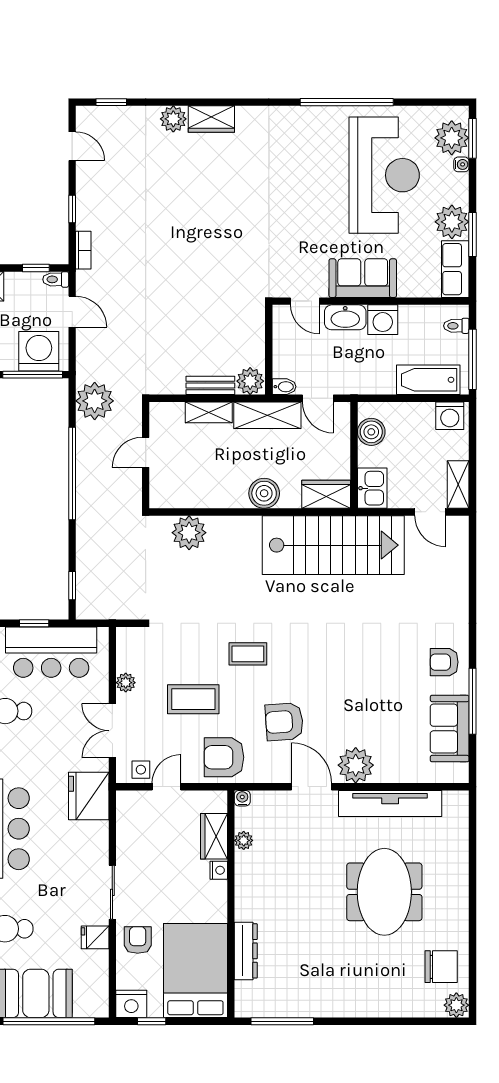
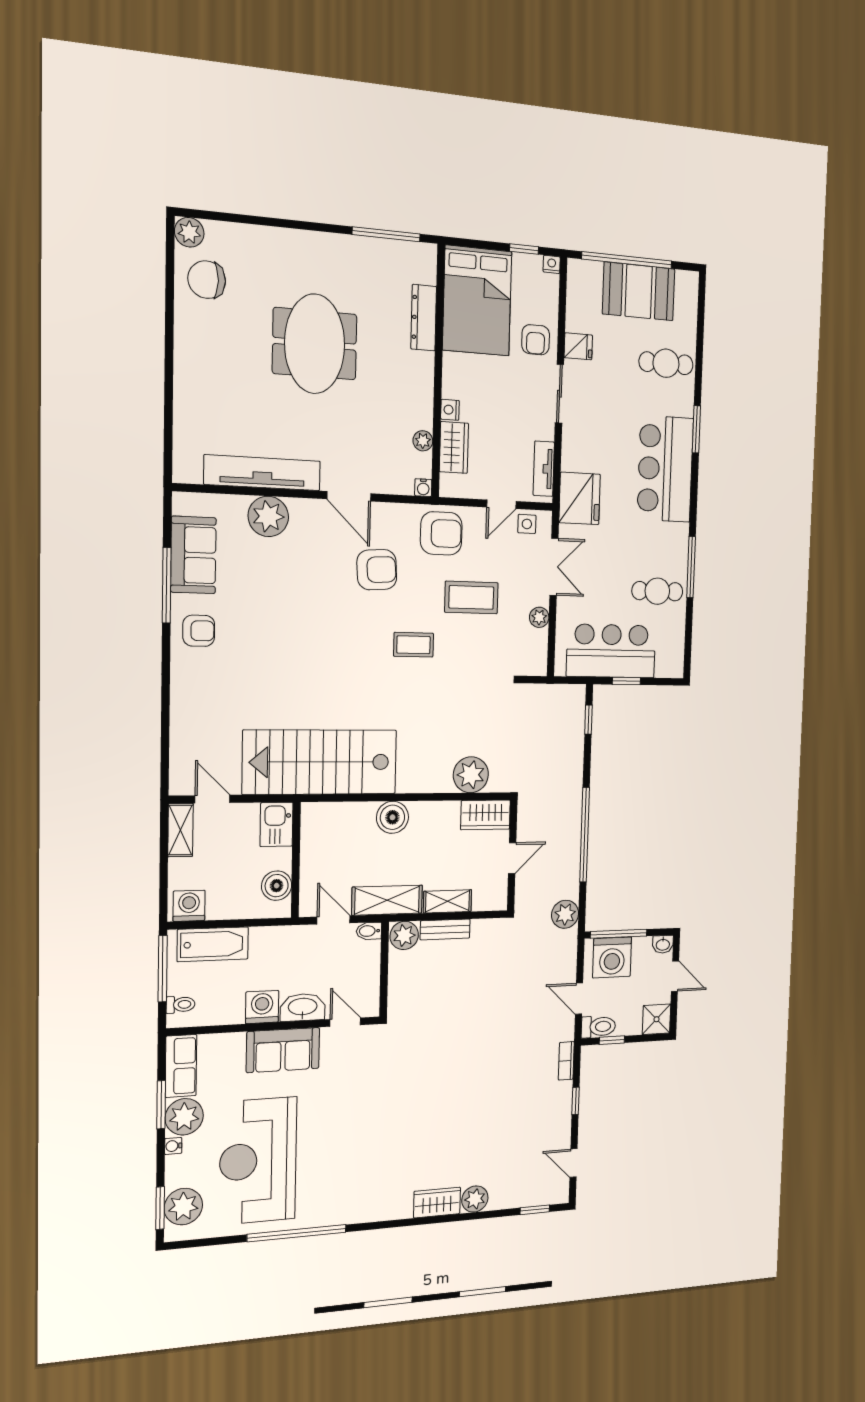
water cooler: (461, 164) -> (173, 1146), moved
toilet: (56, 279) -> (598, 1027), width x1.37, depth x1.39
plant: (95, 401) -> (565, 914), width x0.73, depth x0.73
wardrobe: (326, 494) -> (486, 815), moved
plant: (356, 765) -> (268, 516), moved
tv unit: (126, 822) -> (544, 469), added
meeting table: (384, 892) -> (315, 344), moved
nightstand: (131, 1004) -> (552, 264), width x0.53, depth x0.56

